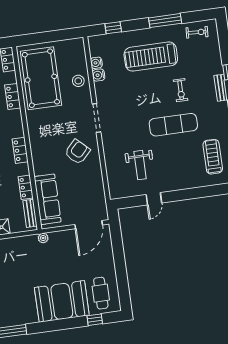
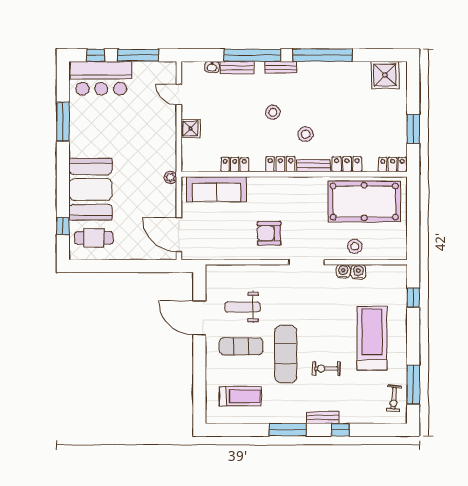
window: (165, 21) -> (413, 385), moved
water cooler: (96, 63) -> (343, 271), moved
armchair: (77, 152) -> (269, 233), turned 136
exercise mat: (172, 162) -> (241, 346), added
door: (154, 199) -> (199, 318), width x1.88
bench: (30, 213) -> (314, 166), moved

